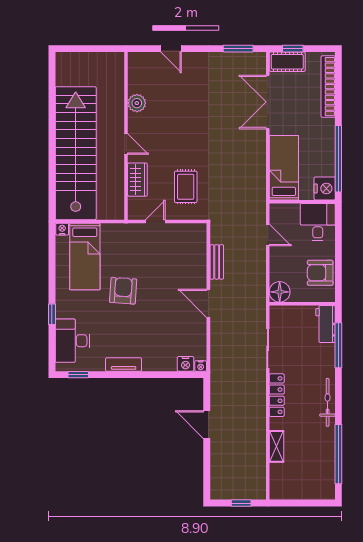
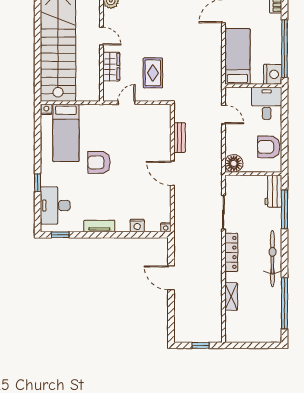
armchair: (123, 291) -> (99, 162), turned -94
nightstand: (186, 364) -> (137, 225), moved
bicycle: (328, 402) -> (272, 259), width x1.37, depth x1.40

